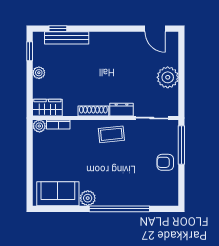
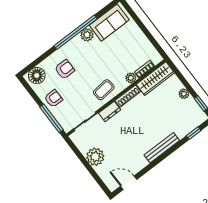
bench: (67, 38) -> (162, 148), moved
wardrobe: (47, 108) -> (155, 79), width x1.50
plant: (39, 126) -> (131, 78), moved
armchair: (134, 182) -> (65, 69), added
floor lamp: (164, 196) -> (37, 76), added
window: (119, 209) -> (75, 32), moved

